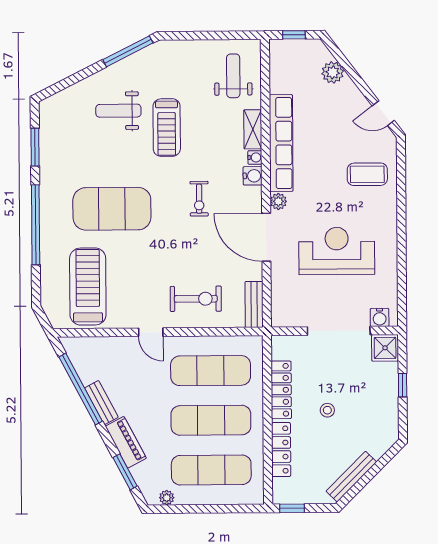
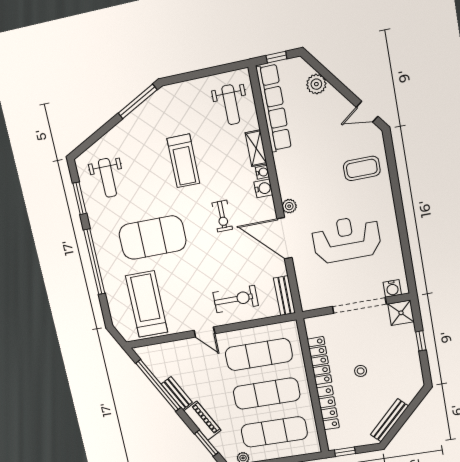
weight bench: (233, 76) -> (231, 105), turned 180
weight bench: (118, 111) -> (107, 178), moved, turned -90
row of seats: (281, 143) -> (274, 108), moved

